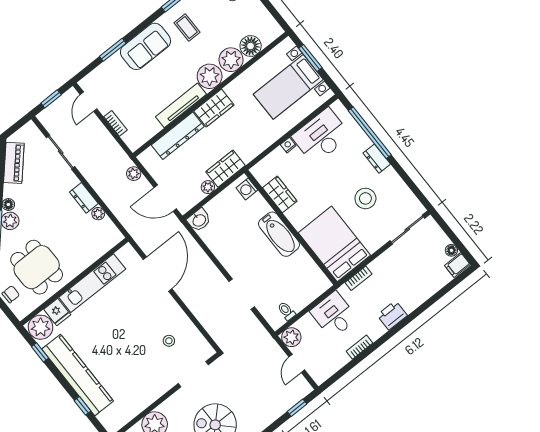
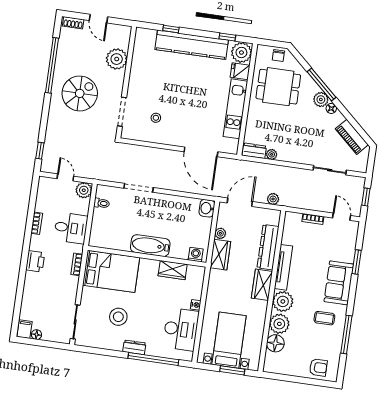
dresser: (84, 198) -> (254, 151), moved

